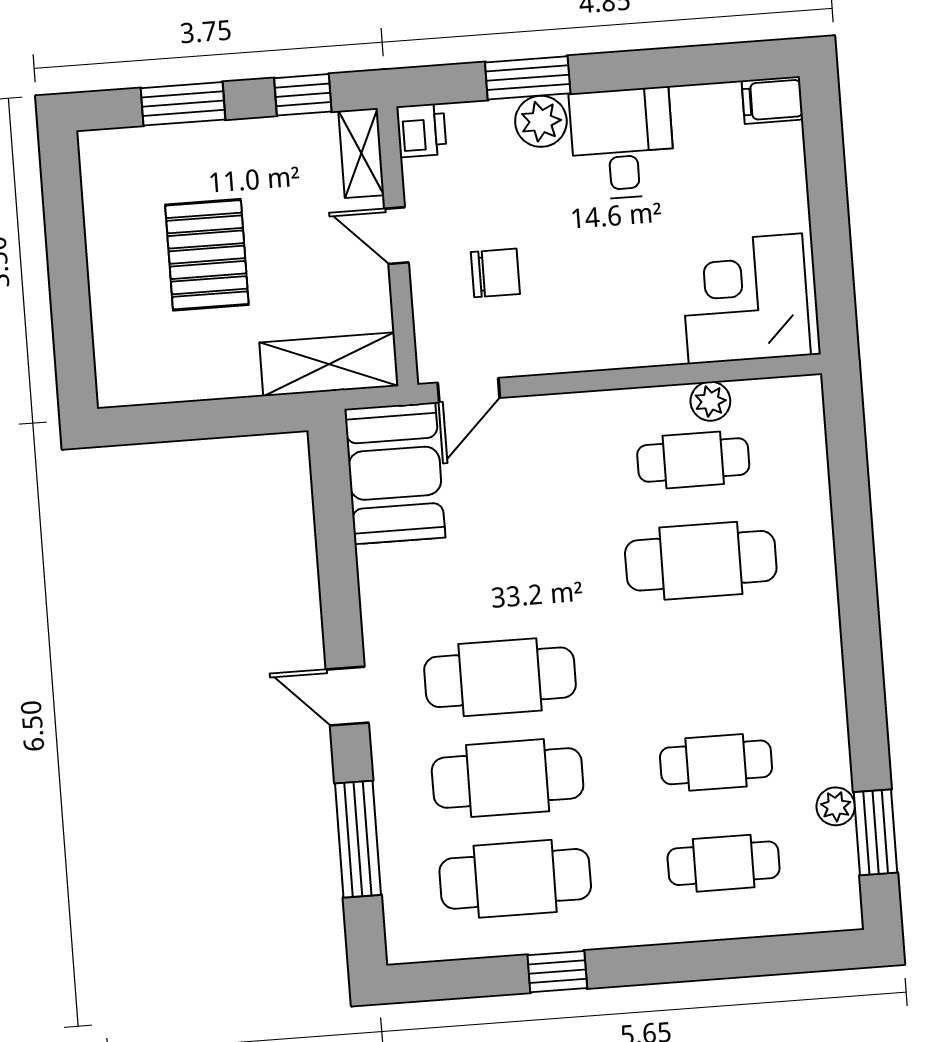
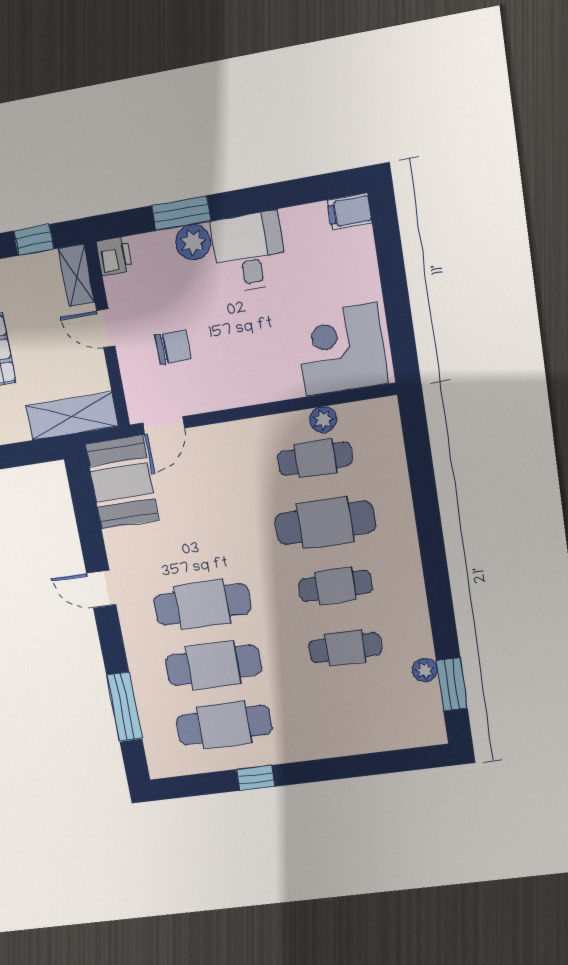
door: (347, 696) -> (101, 589), moved
cafe table: (724, 863) -> (335, 586), moved

